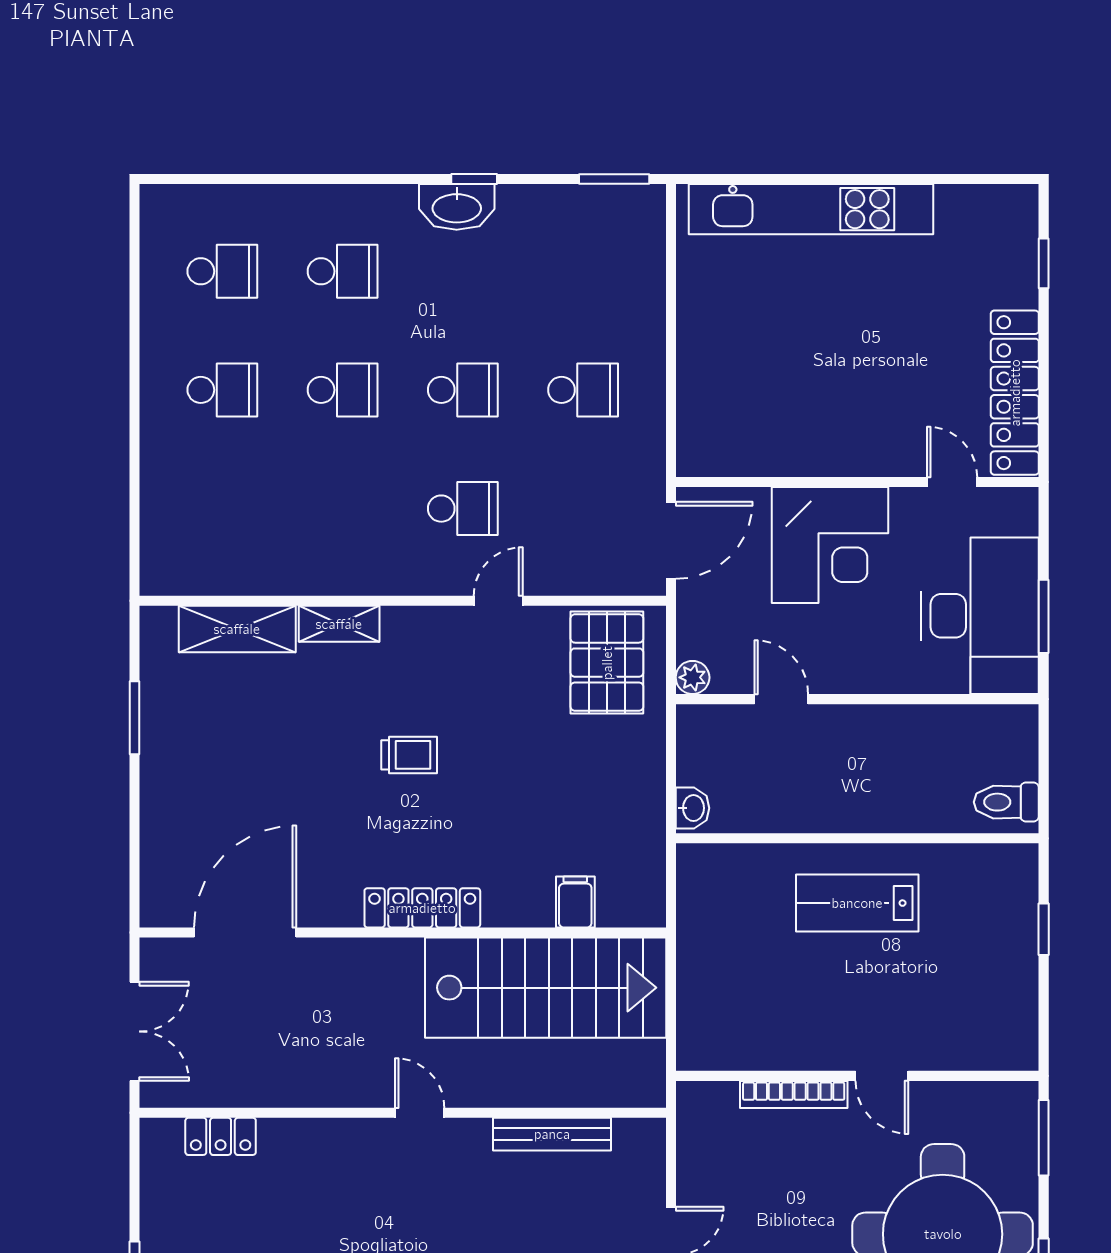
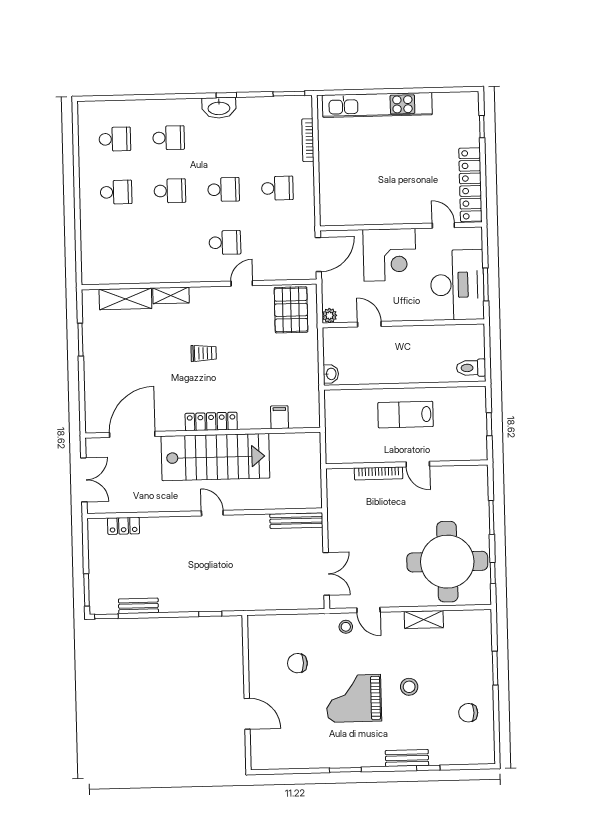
bookcase: (654, 284) -> (308, 140), added
stairs: (546, 988) -> (215, 457), moved
wall: (857, 1076) -> (407, 464), moved
door: (882, 1076) -> (418, 464), moved
bookcase: (794, 1094) -> (379, 473), moved
bench: (552, 1134) -> (296, 521), moved

